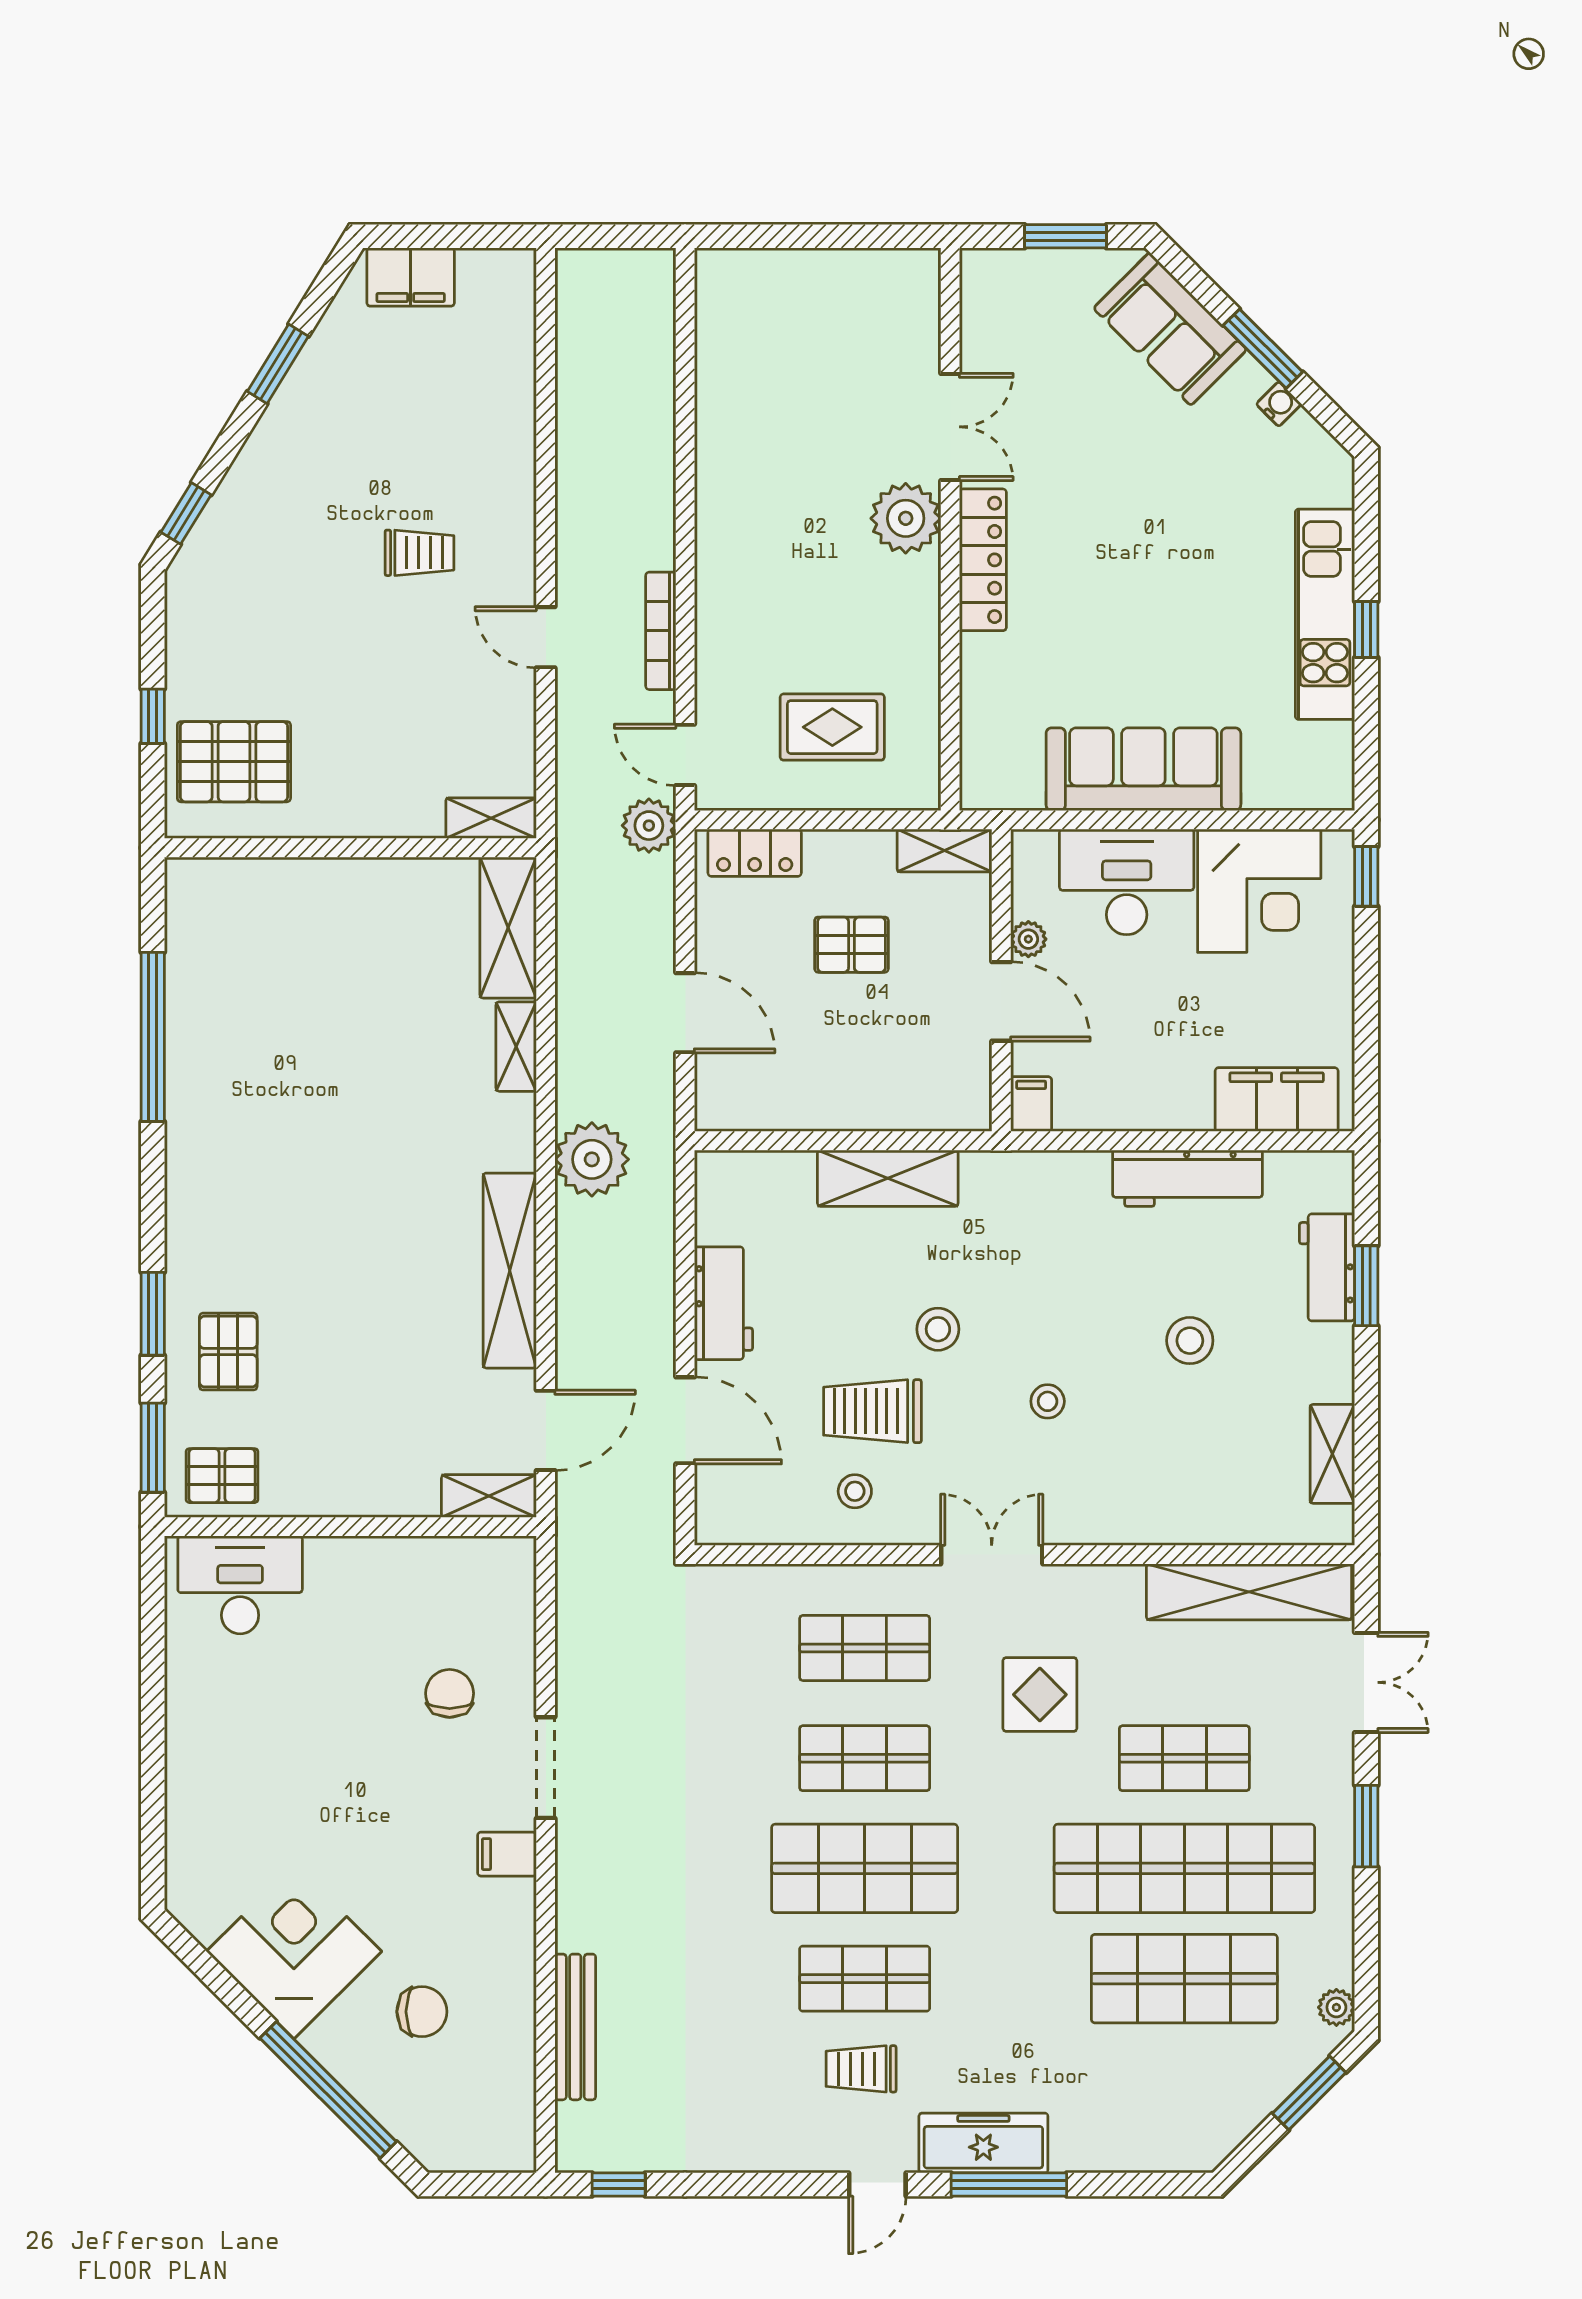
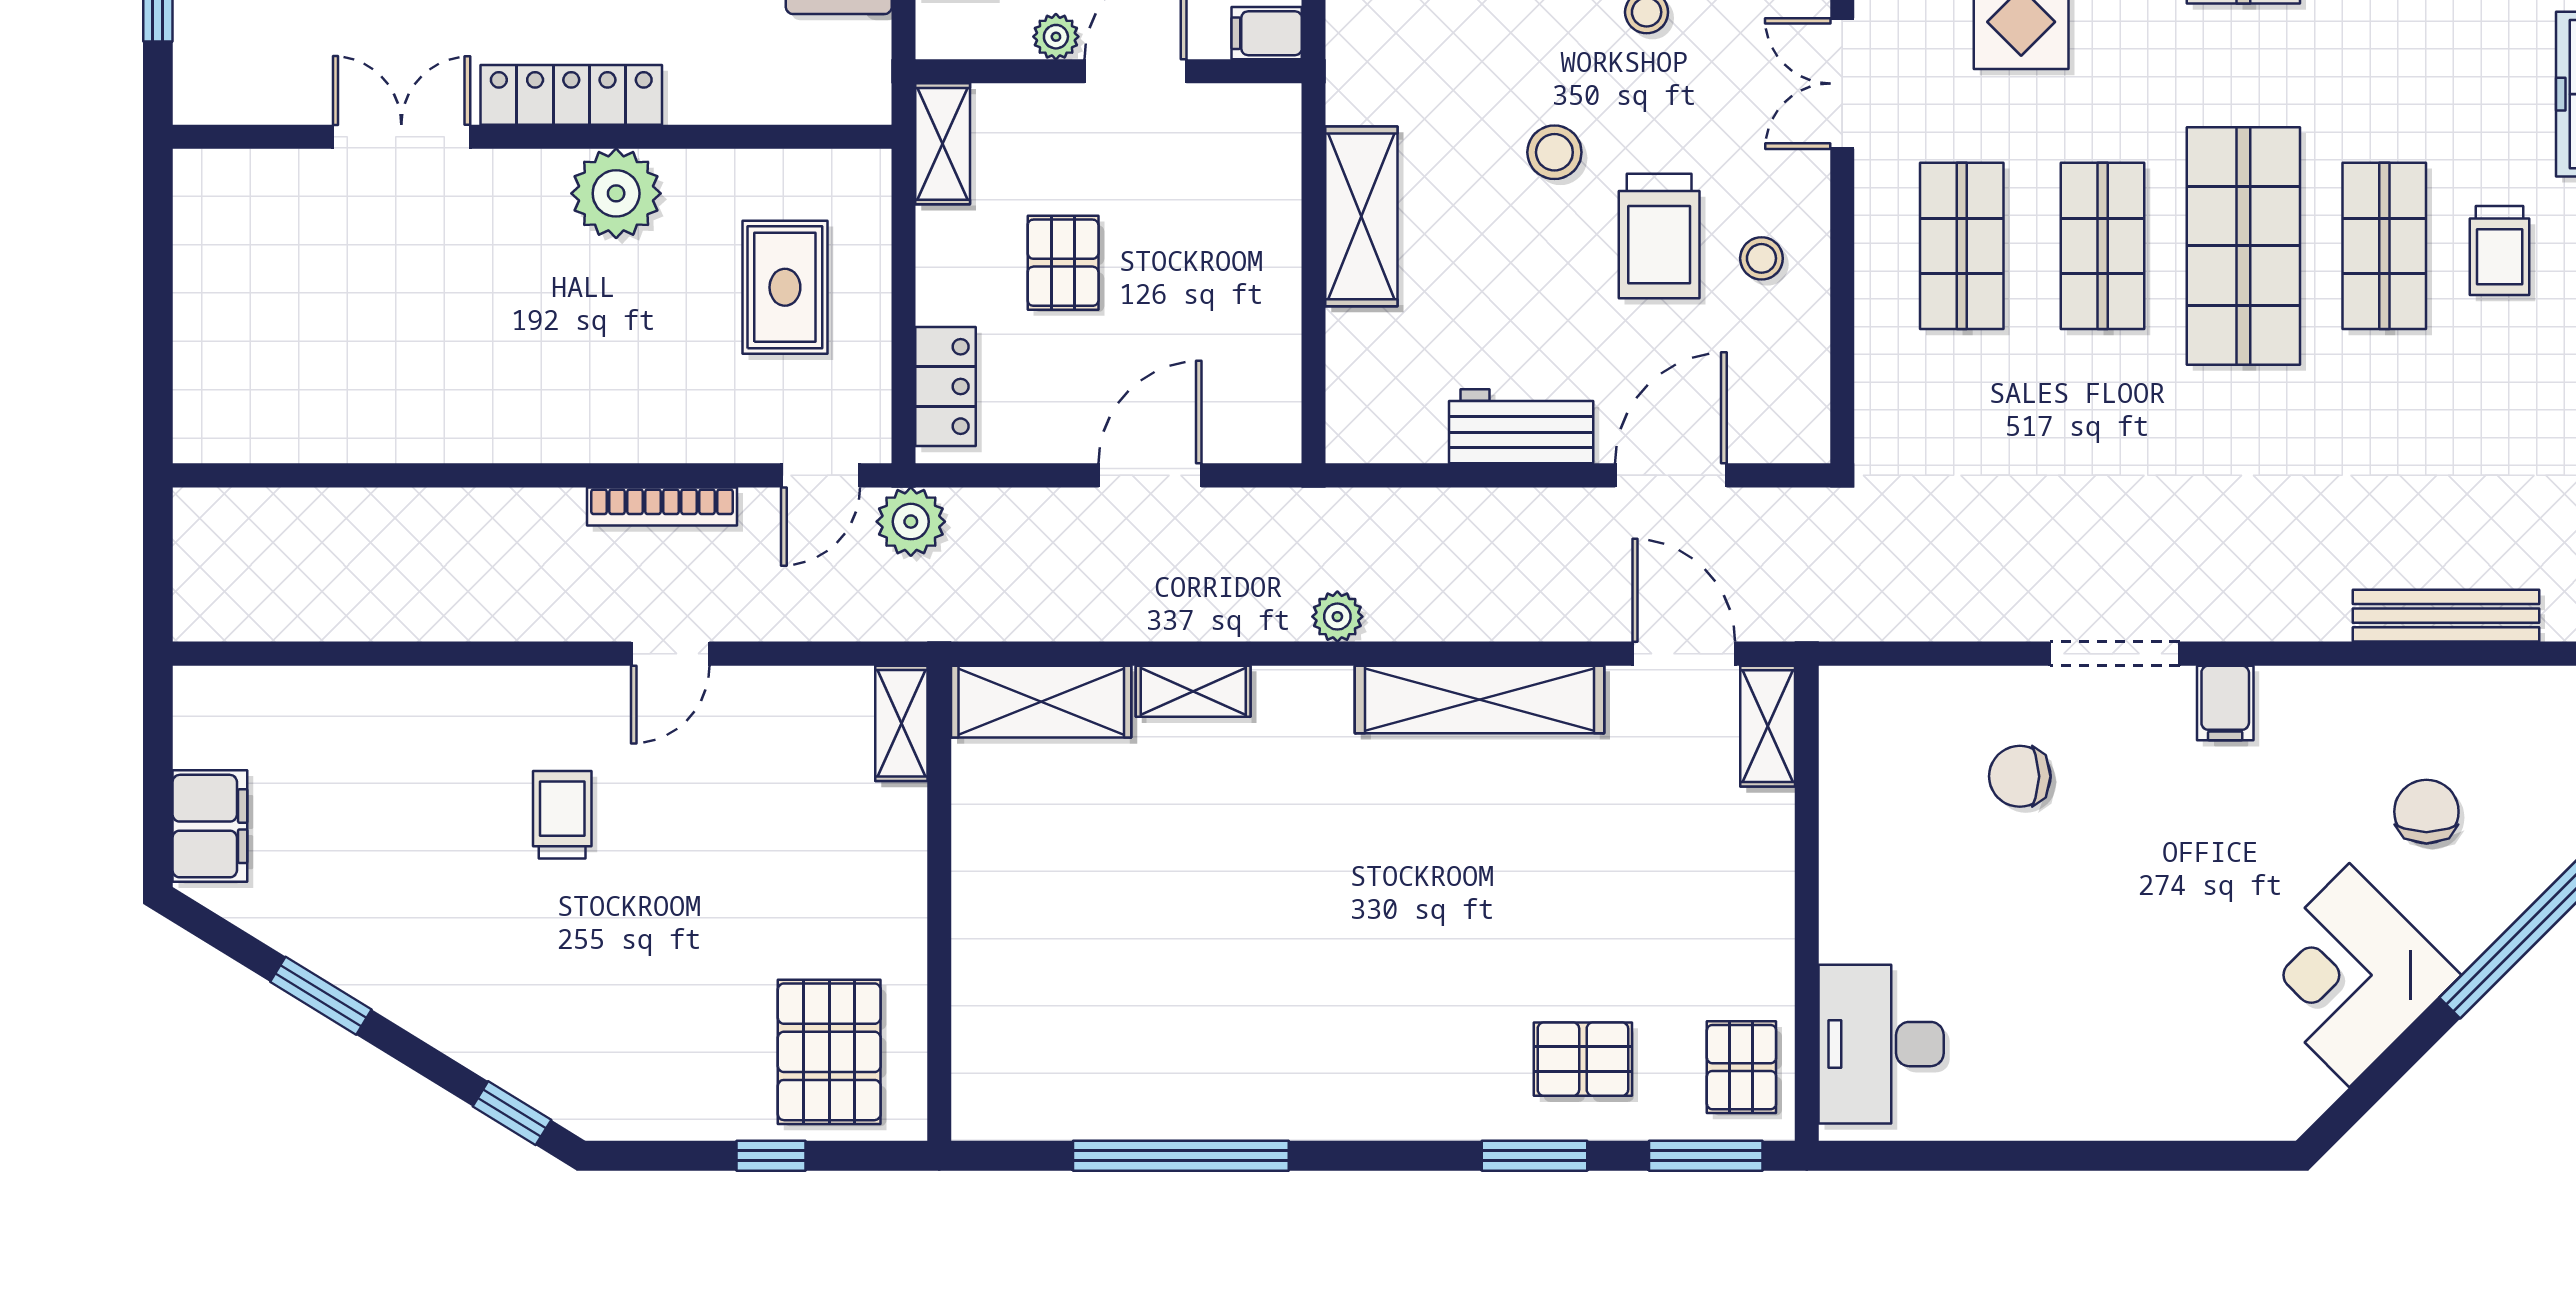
plant: (906, 518) -> (616, 193), moved
plant: (592, 1159) -> (1337, 617), width x0.53, depth x0.53

